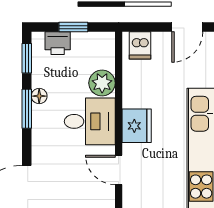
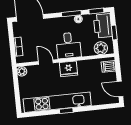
printer: (58, 43) -> (103, 26), width x1.87, depth x1.48
plant: (102, 83) -> (101, 48), moved
door: (119, 170) -> (46, 62), hinge flipped

